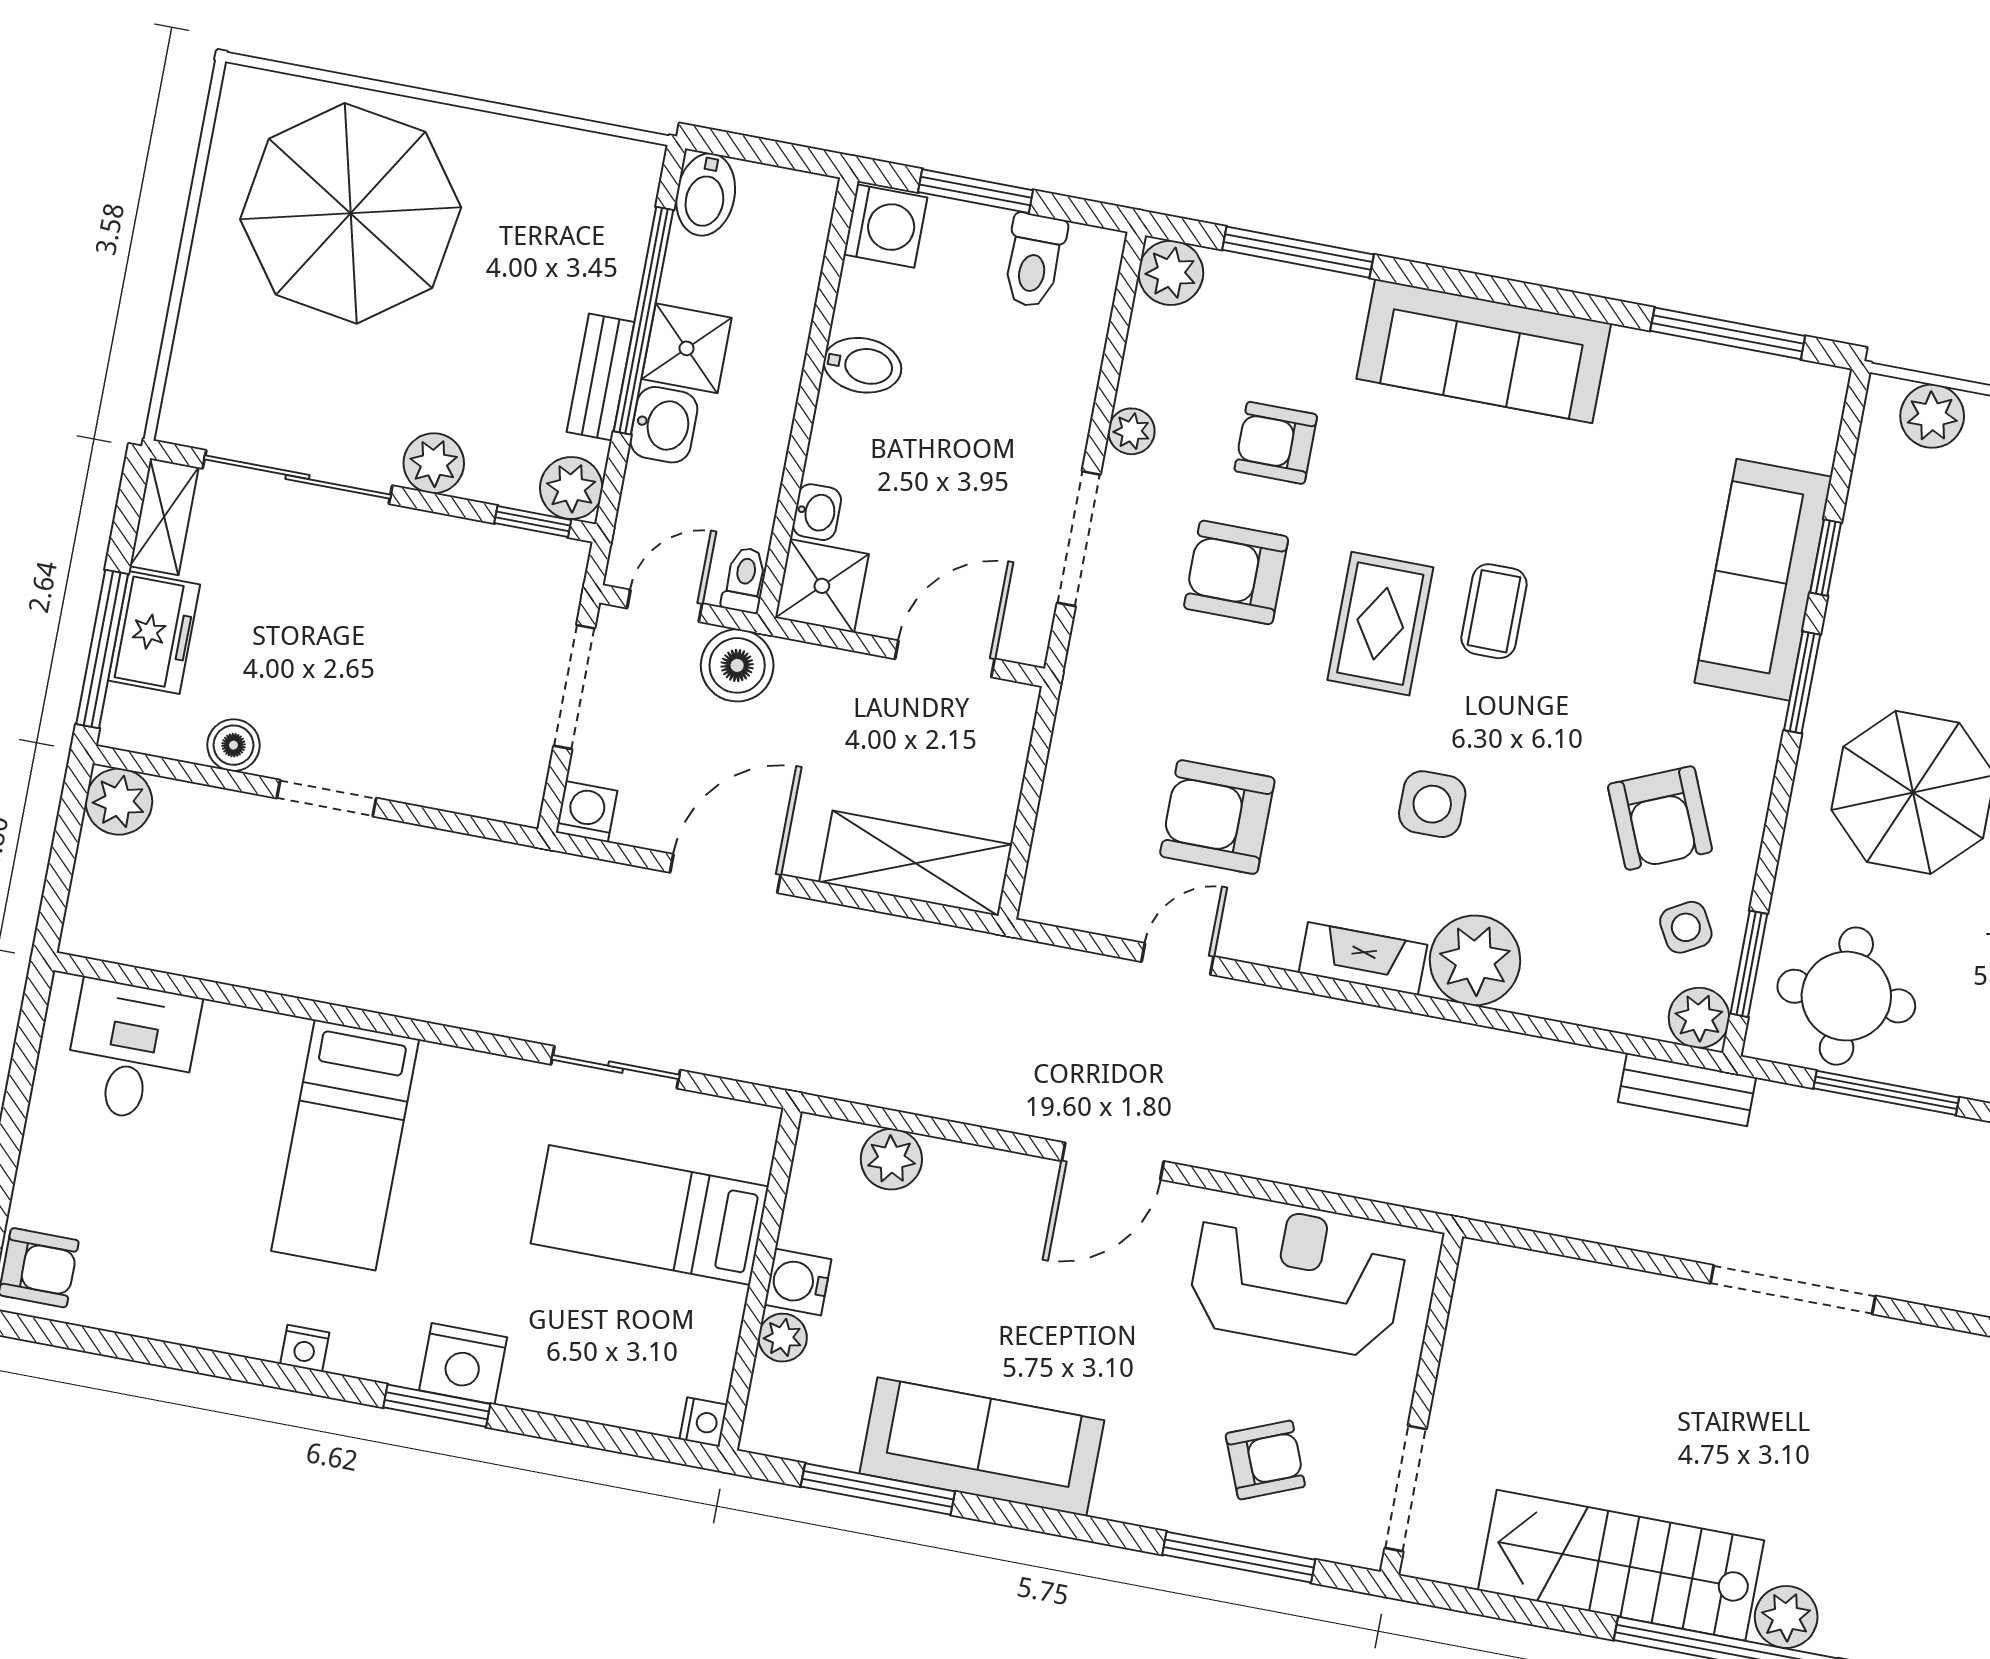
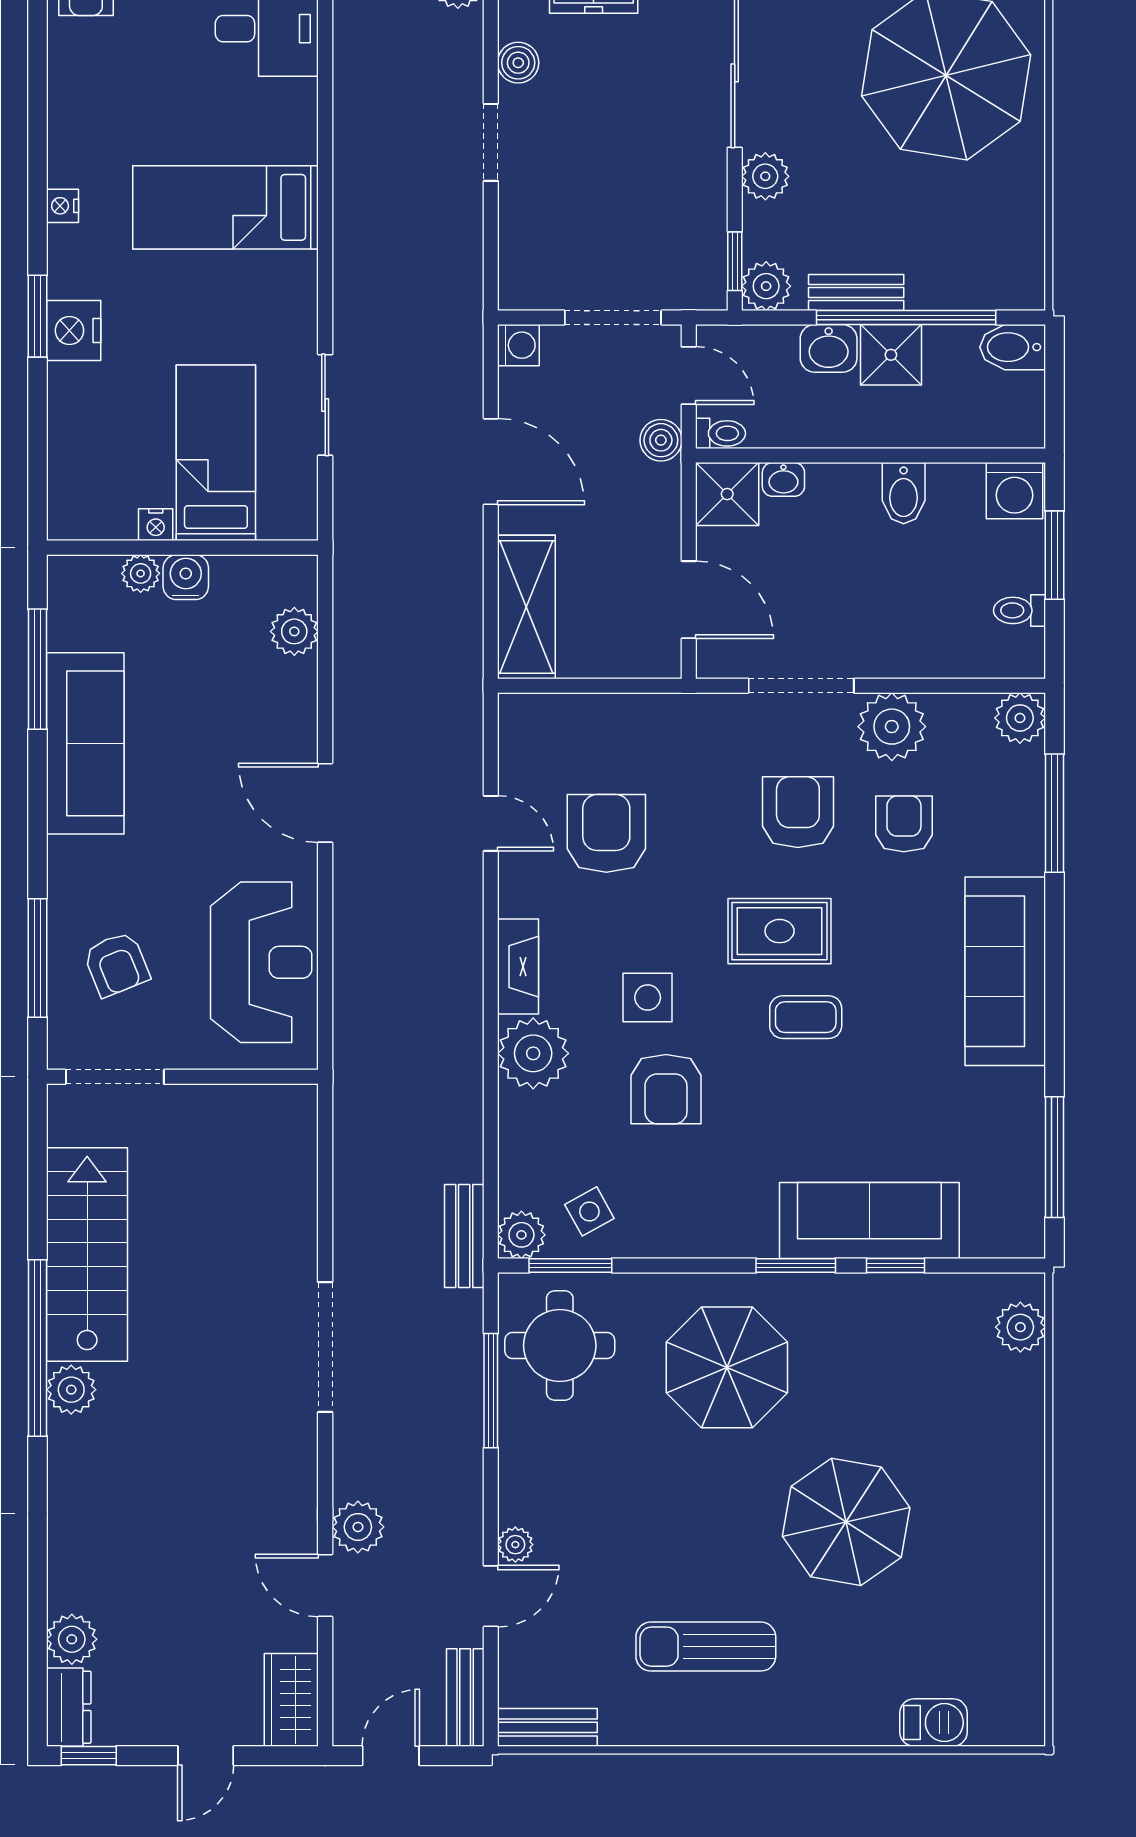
toilet: (1034, 260) -> (1019, 610), width x0.73, depth x0.72
plant: (1131, 431) -> (892, 727), width x1.88, depth x1.88
boiler: (737, 665) -> (661, 440), width x0.73, depth x0.73
armchair: (1660, 818) -> (666, 1089), moved, turned -67
nightstand: (703, 1422) -> (156, 525), moved

